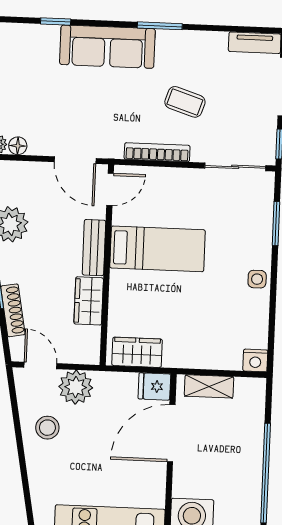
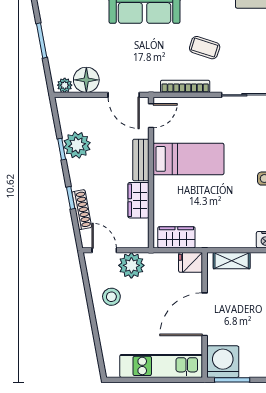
floor lamp: (18, 146) -> (86, 80), width x1.89, depth x1.89
door: (171, 433) -> (205, 314), moved

